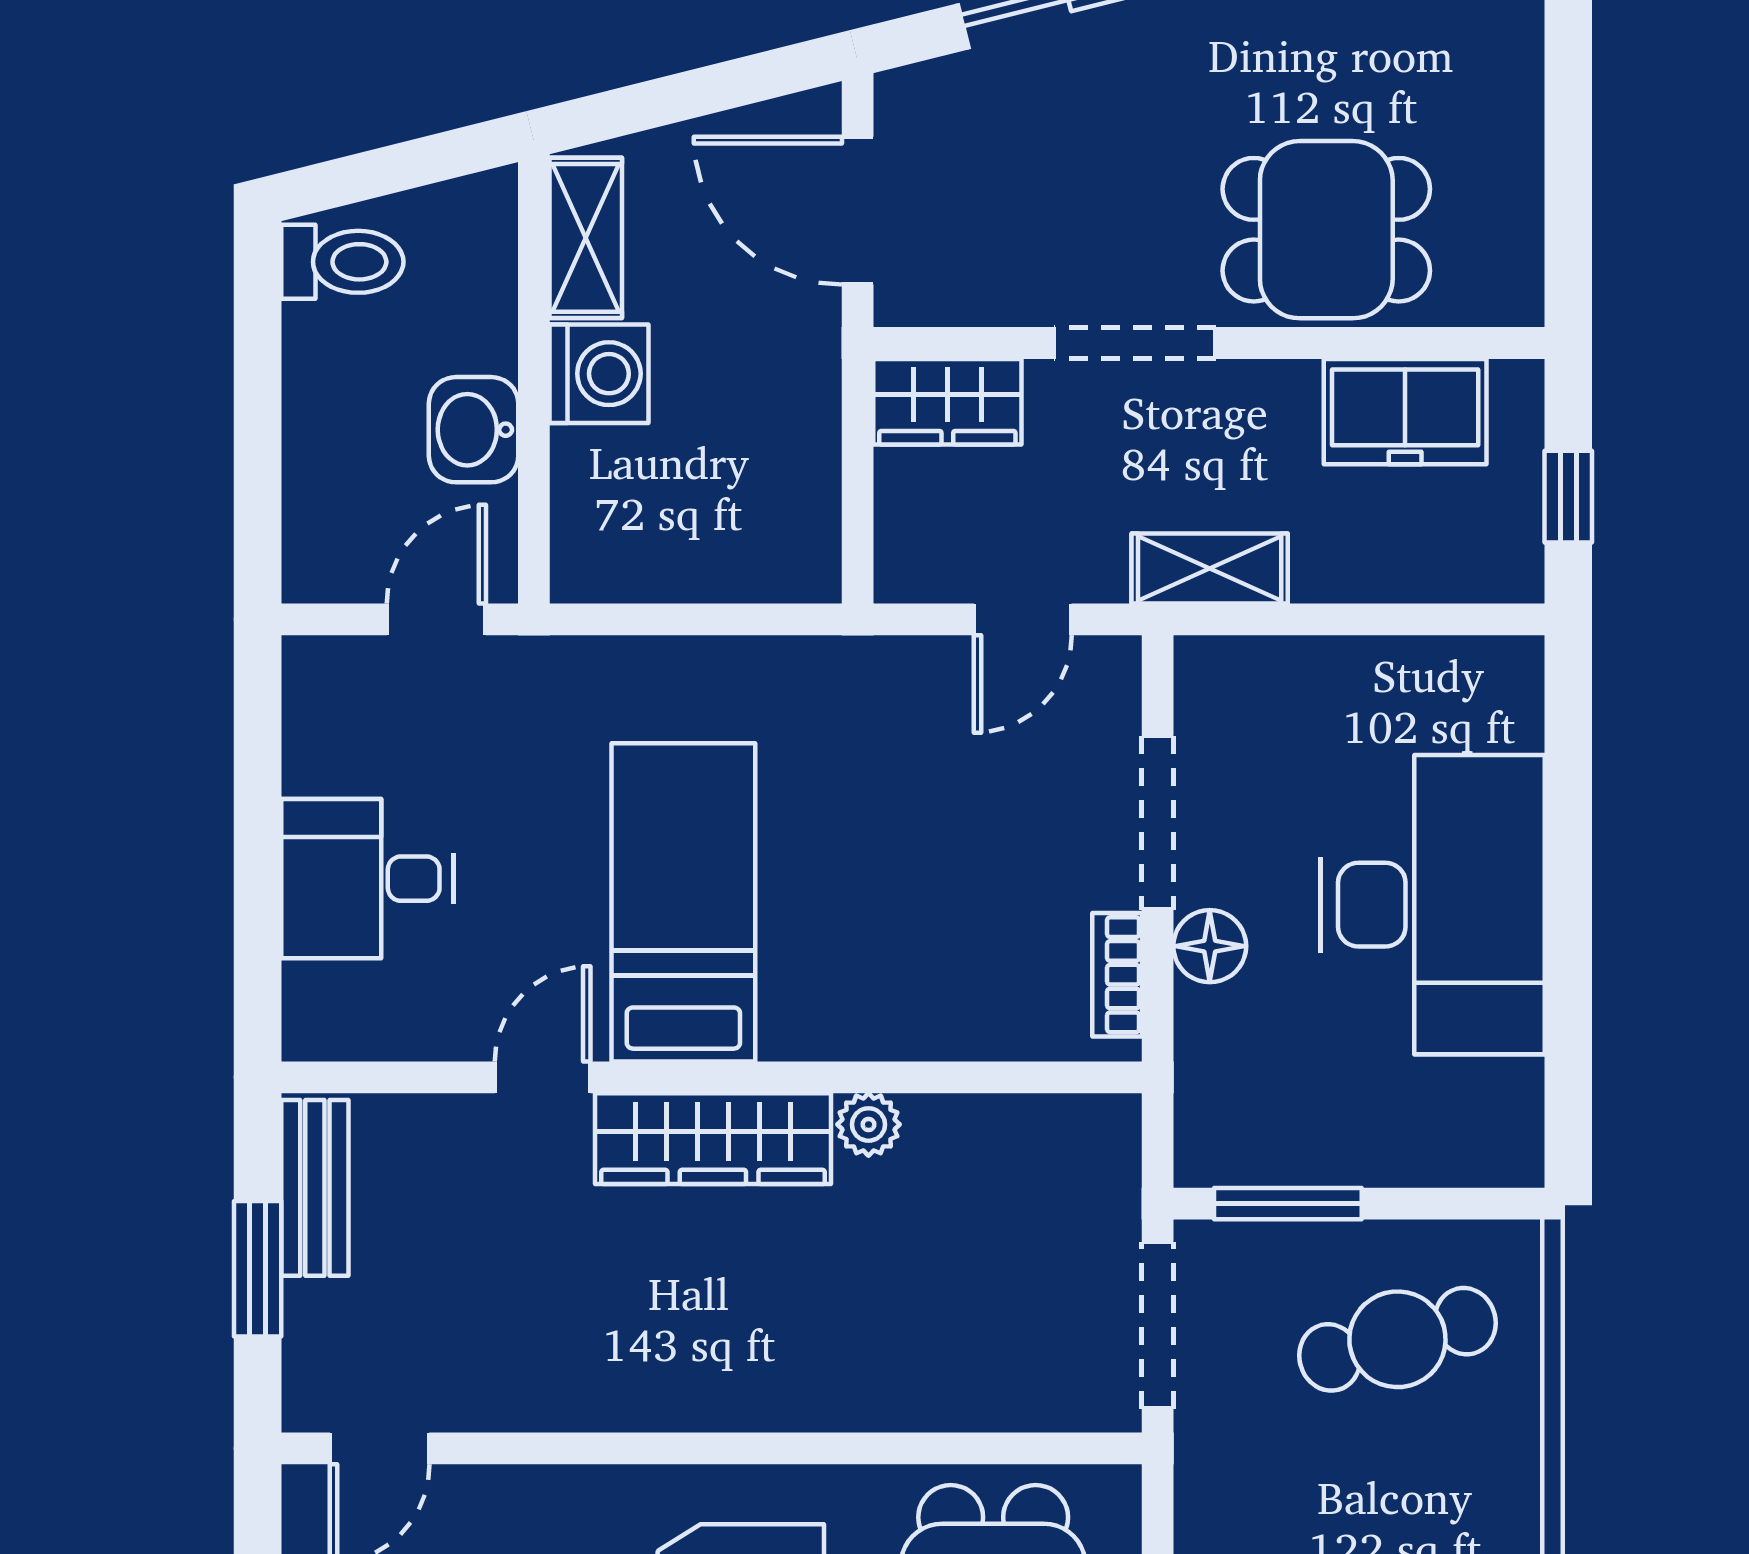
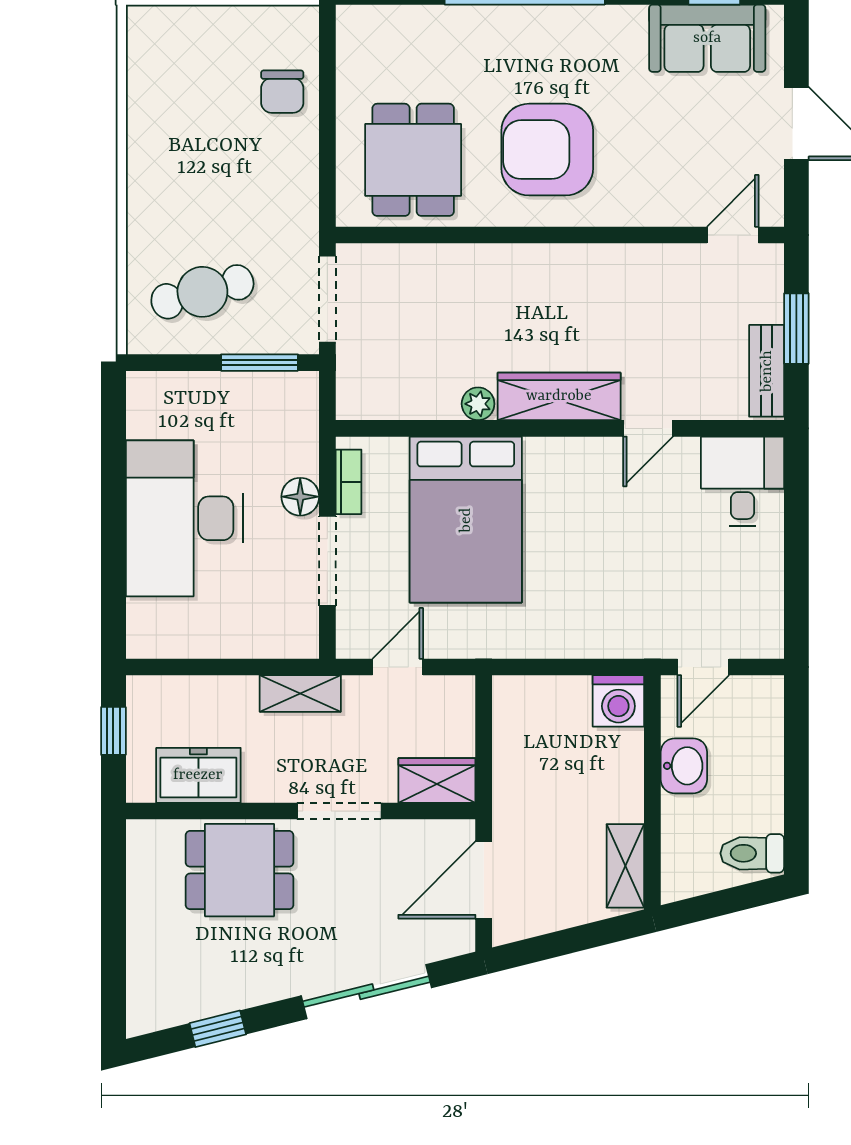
door: (858, 211) -> (484, 880), swing flipped
washing machine: (599, 374) -> (618, 701), moved, turned -90
desk: (367, 879) -> (742, 481), moved, turned -90
bed: (683, 902) -> (466, 520), moved, width x1.50

